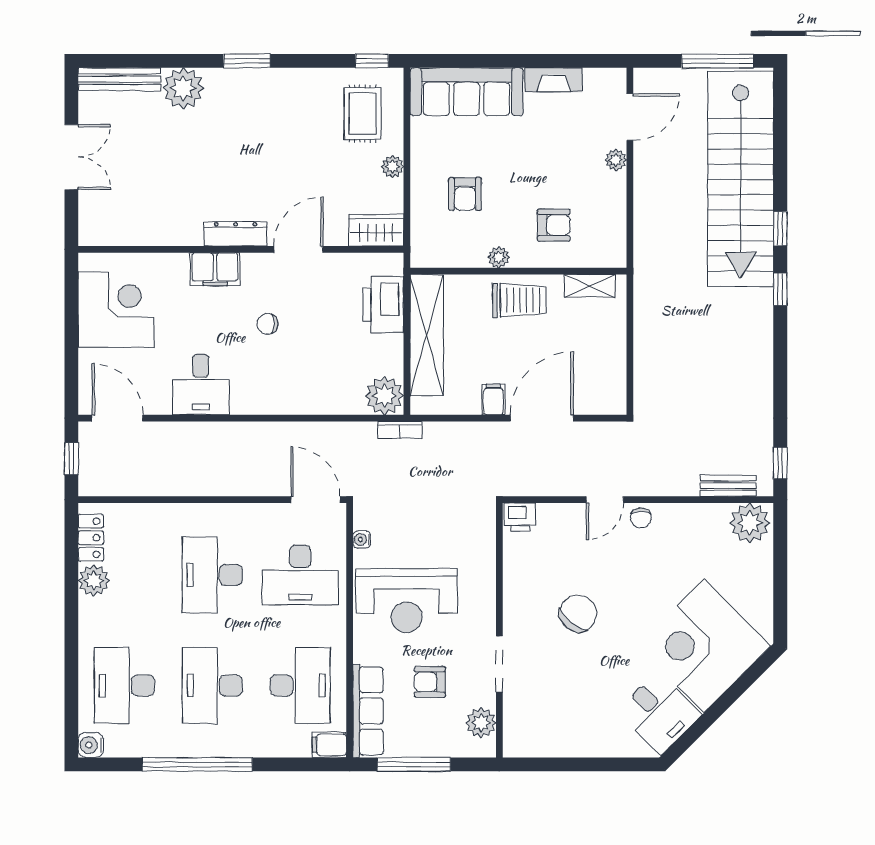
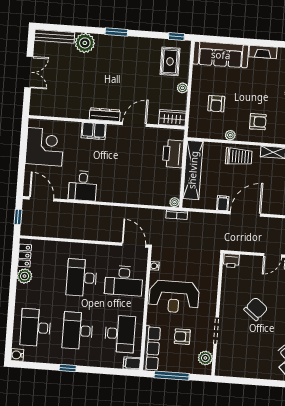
chair: (267, 324) -> (117, 159), removed
plant: (384, 396) -> (175, 202), width x0.53, depth x0.53
window: (197, 764) -> (68, 368), width x0.32

